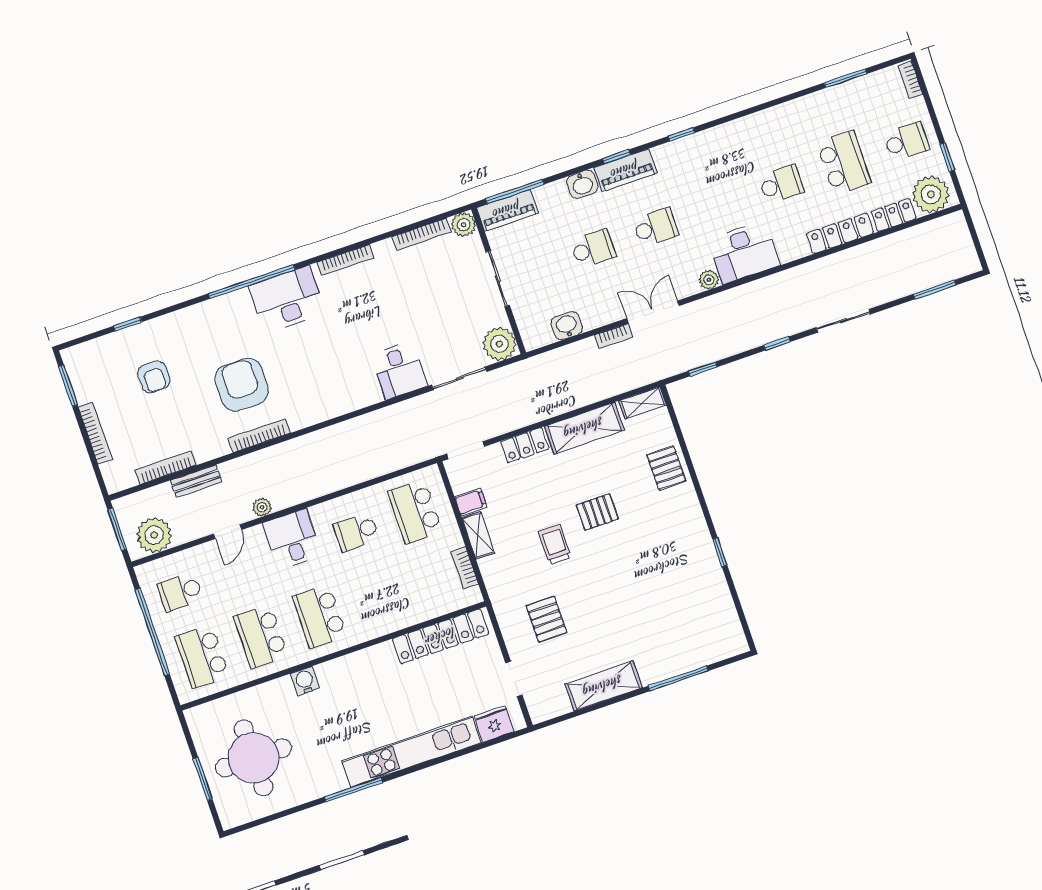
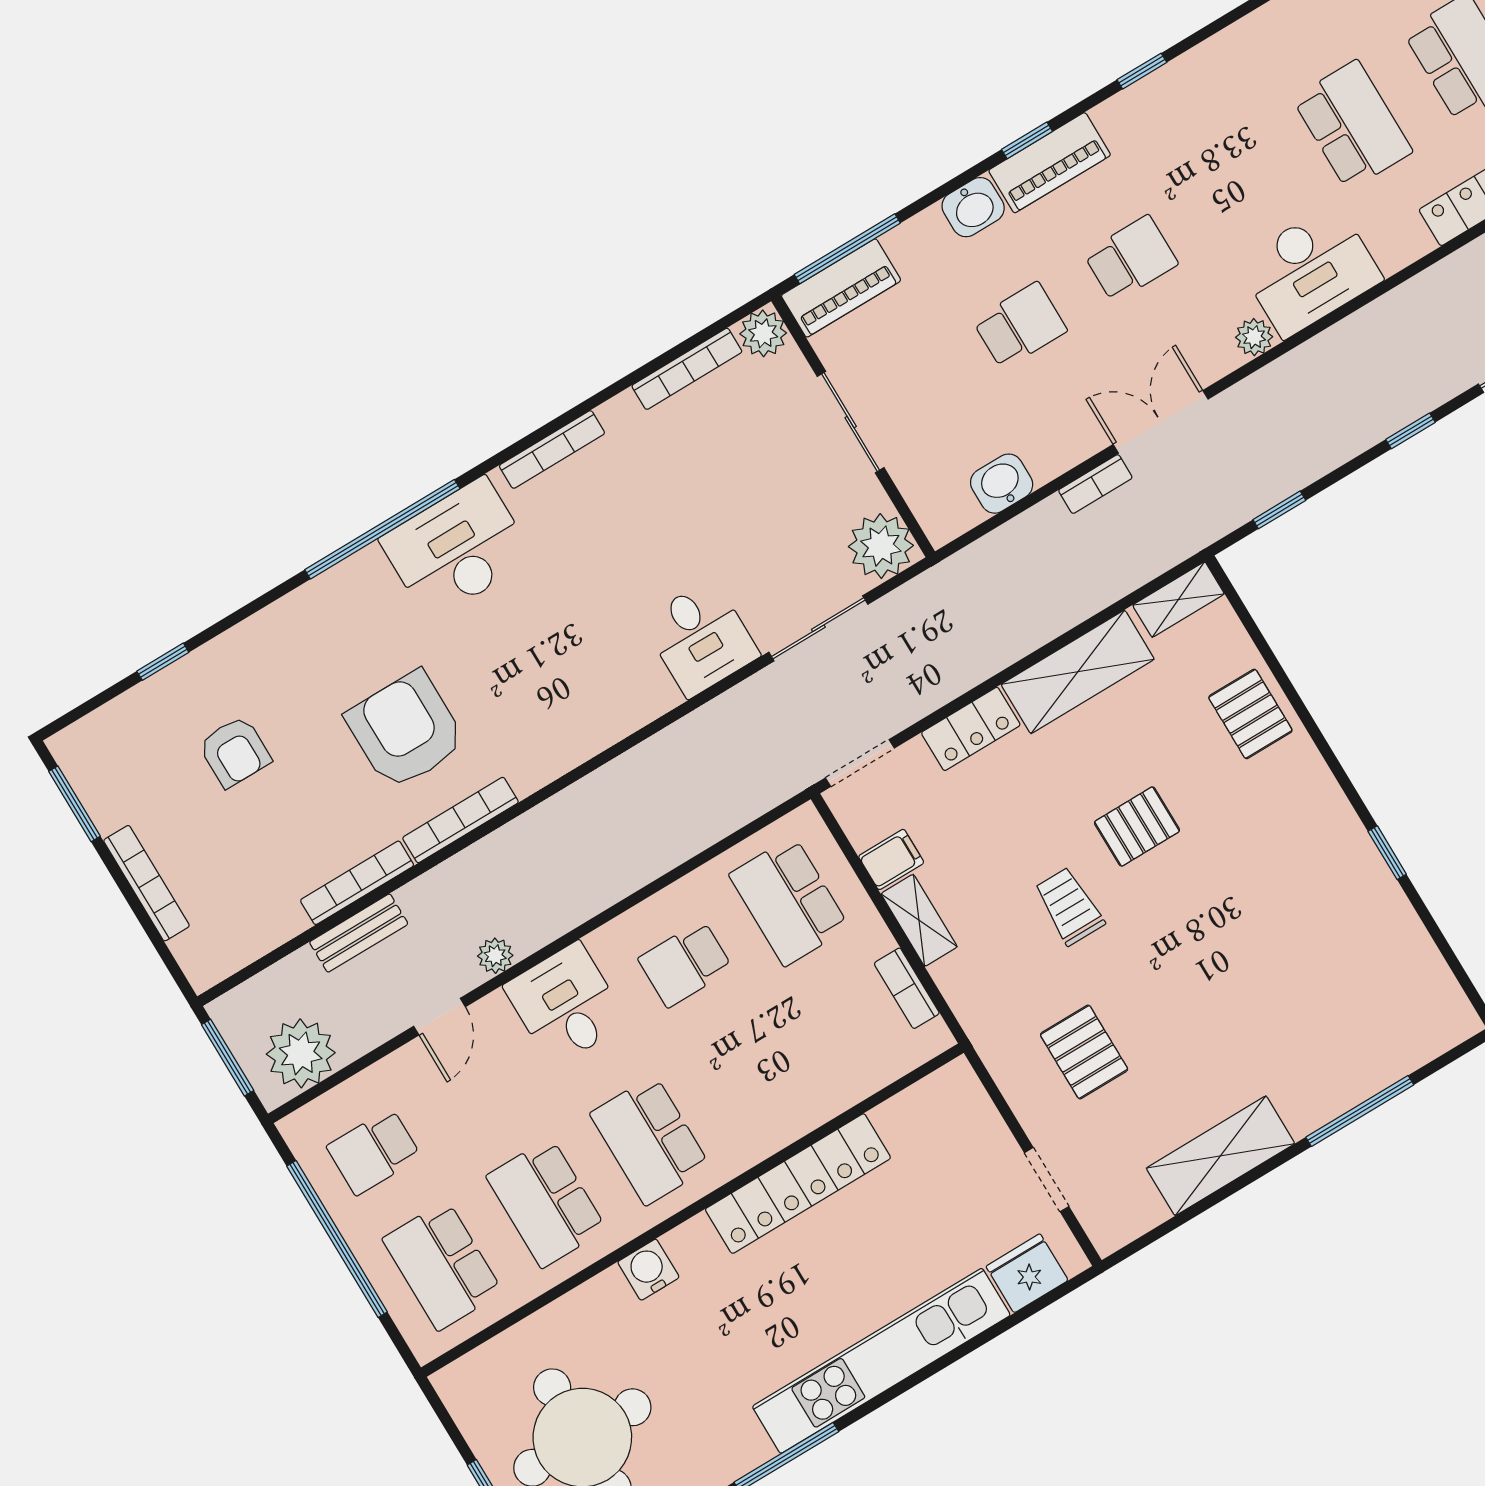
school desk: (781, 184) -> (1352, 125), width x1.85
bookcase: (166, 468) -> (357, 883), moved
locker: (441, 636) -> (798, 1184), moved

